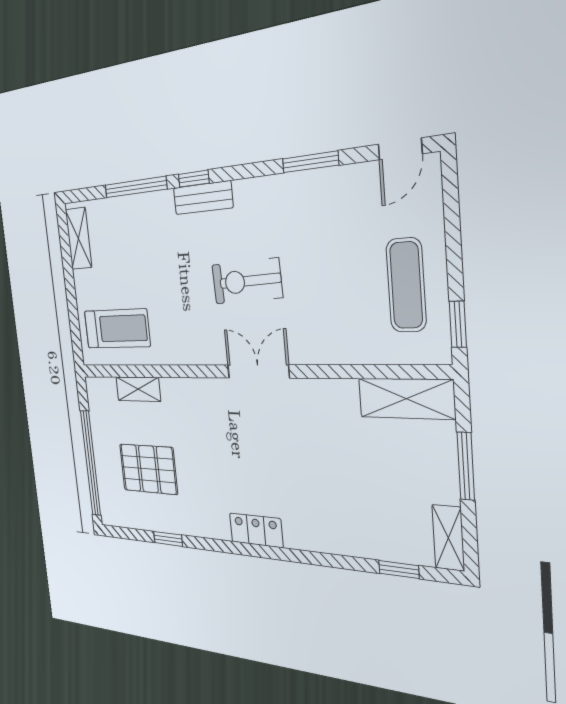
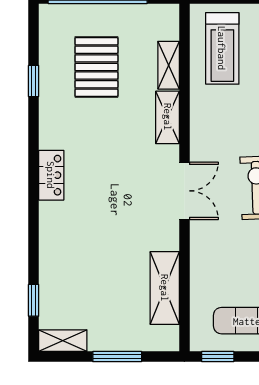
shelving: (186, 391) -> (168, 117), added
shelving: (406, 399) -> (165, 288), moved

